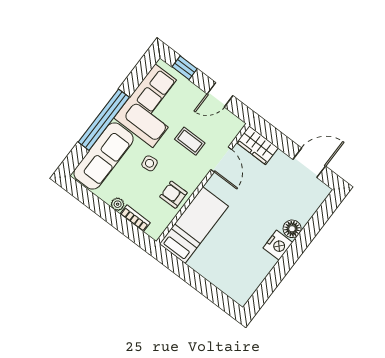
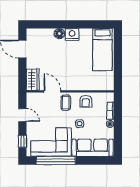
window: (104, 120) -> (56, 161), moved
coffee table: (190, 141) -> (66, 103), moved
door: (221, 160) -> (52, 91), hinge flipped
bed: (194, 225) -> (102, 50), moved, turned -90

